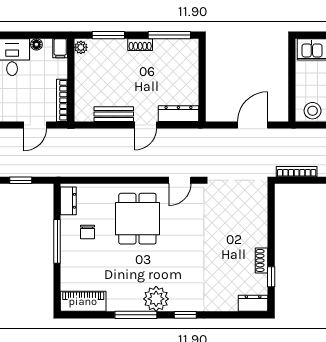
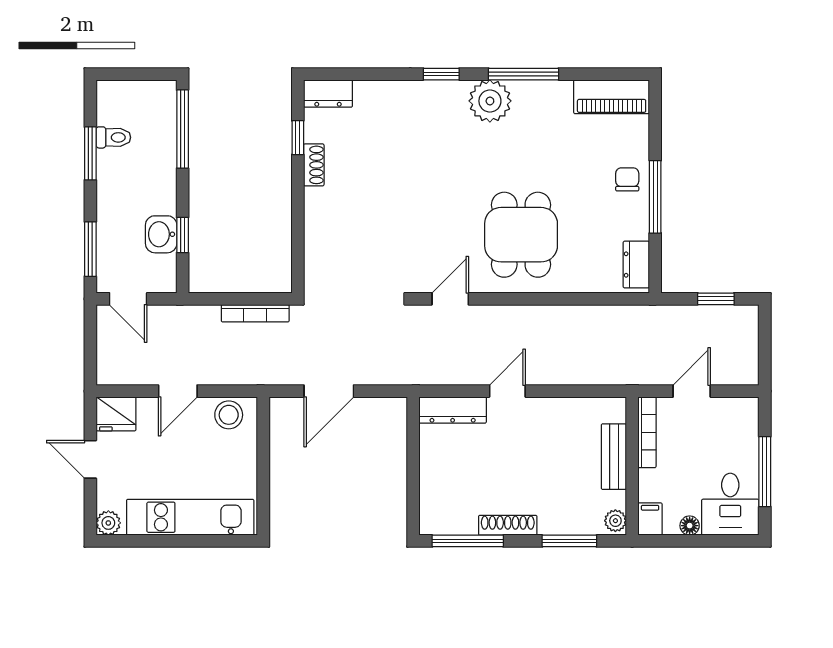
shoe rack: (140, 45) -> (508, 525), width x1.43
bench: (114, 114) -> (614, 457), moved, turned 90
chair: (87, 232) -> (627, 179), moved

